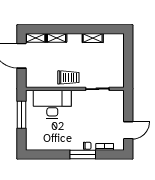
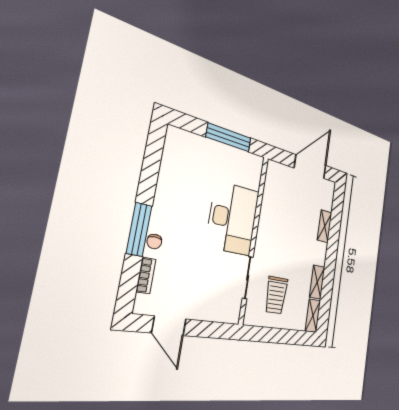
shelving: (36, 38) -> (313, 316), moved
trolley: (68, 77) -> (276, 295), moved
desk: (52, 104) -> (233, 218), moved

